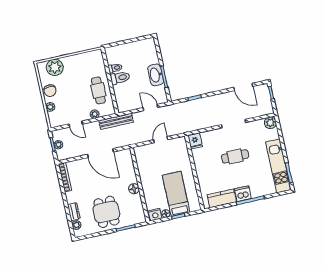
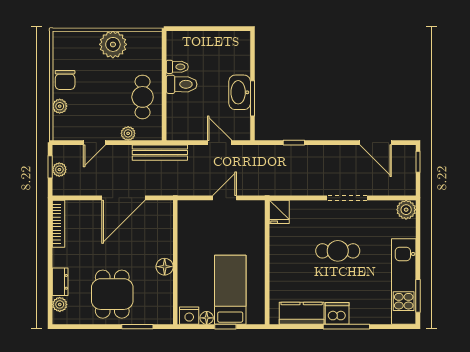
plant: (55, 67) -> (113, 44), moved
door: (76, 124) -> (94, 143), hinge flipped
door: (100, 153) -> (124, 198), hinge flipped

